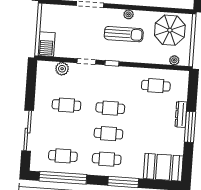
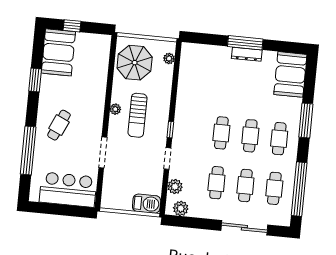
sun lounger: (124, 34) -> (138, 115), turned 180
plant: (43, 74) -> (181, 208), added
cafe table: (156, 86) -> (245, 186), moved
dresser: (181, 114) -> (247, 54), moved

